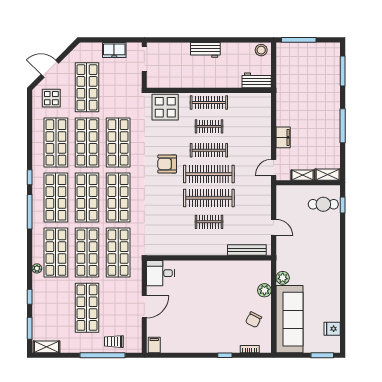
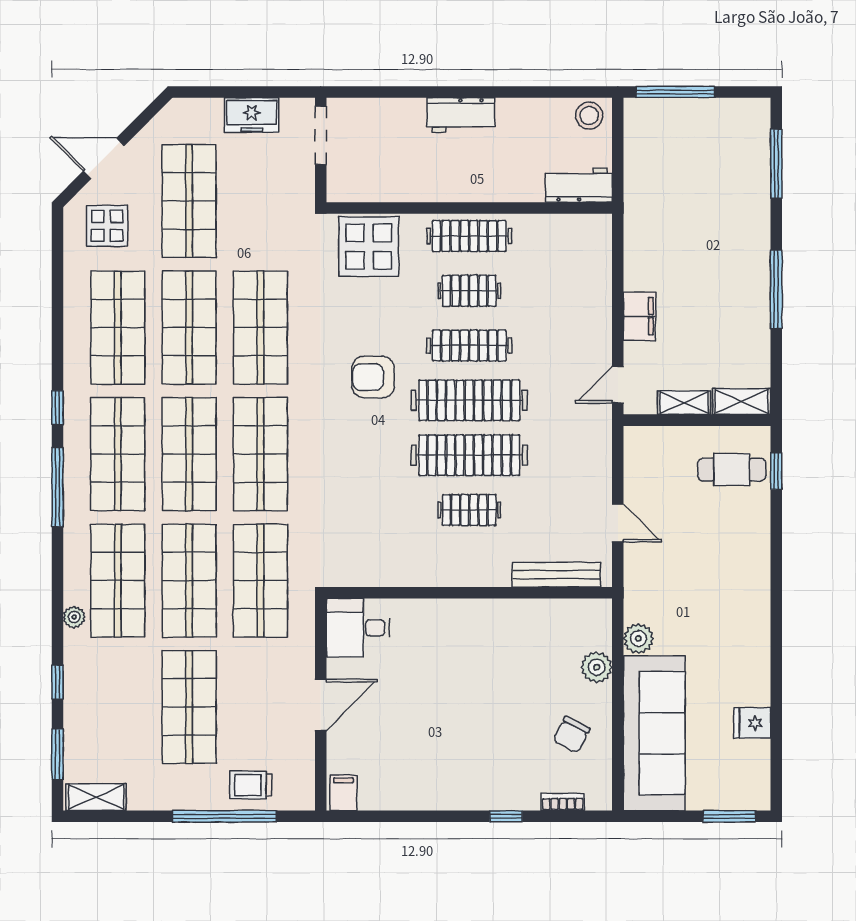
fridge: (332, 329) -> (752, 723), moved

